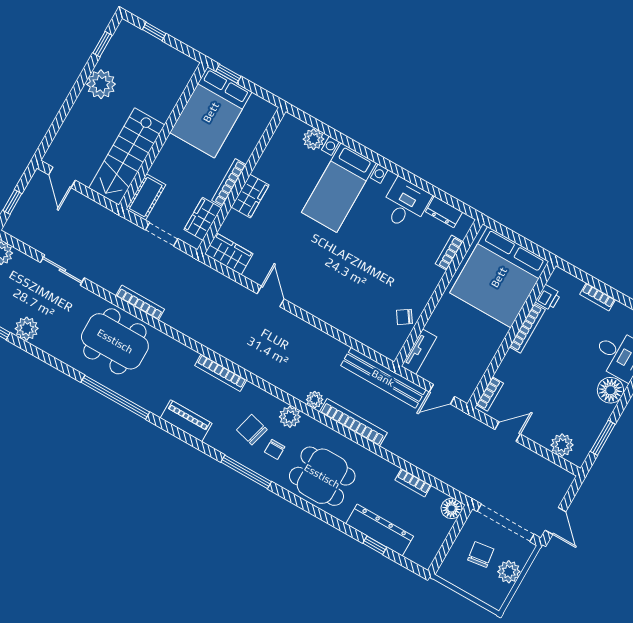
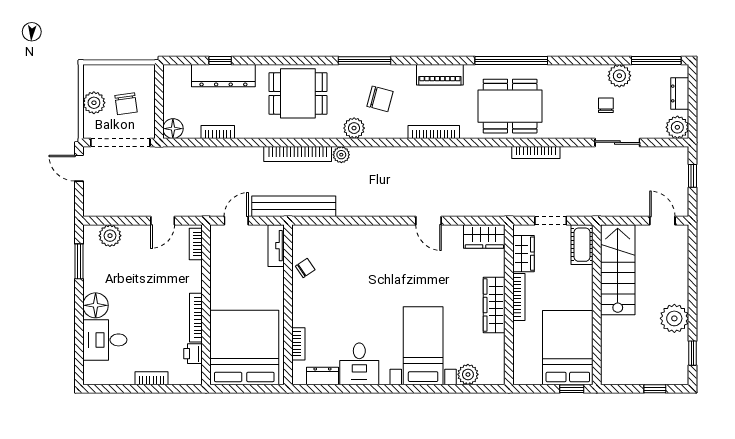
wardrobe: (250, 196) -> (494, 305), width x1.50
dining table: (115, 341) -> (510, 106), moved
chair: (275, 449) -> (606, 105), moved

